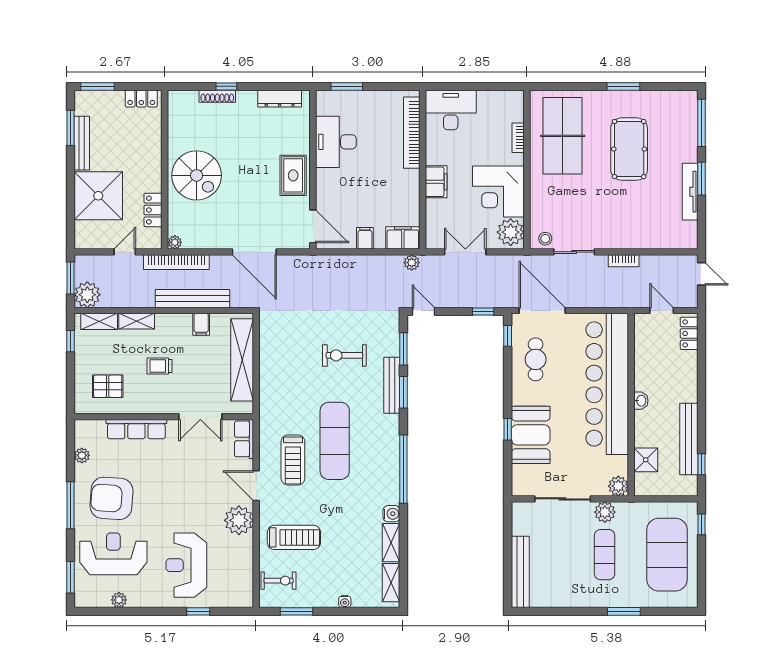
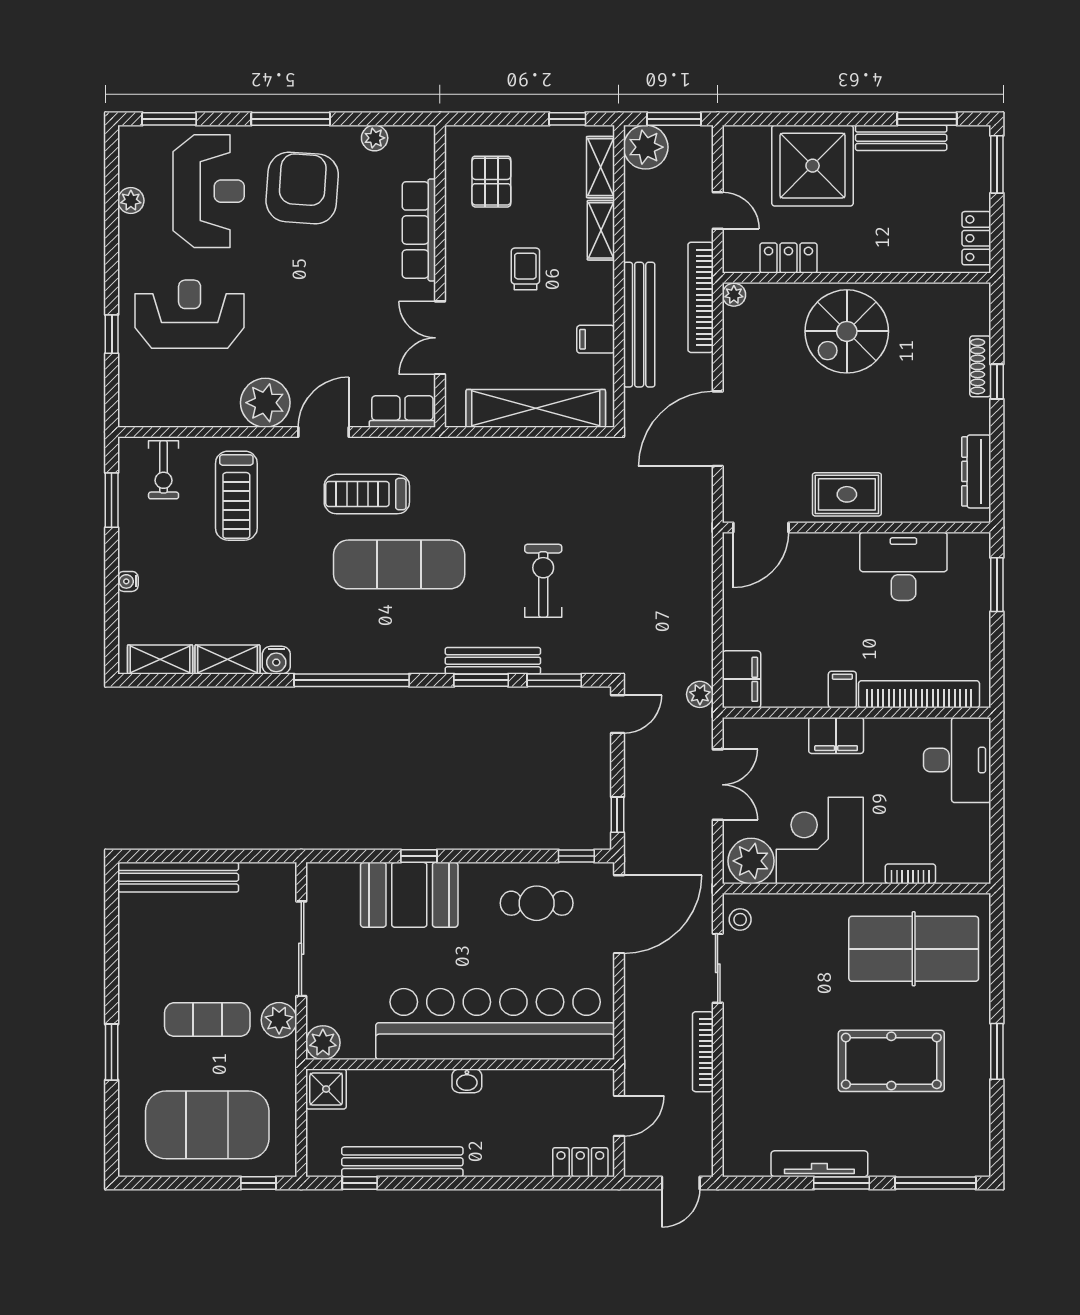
filing cabinet: (365, 238) -> (842, 690), moved, turned -90
bookcase: (624, 261) -> (703, 1052), width x1.56
shower: (646, 460) -> (326, 1089), moved

